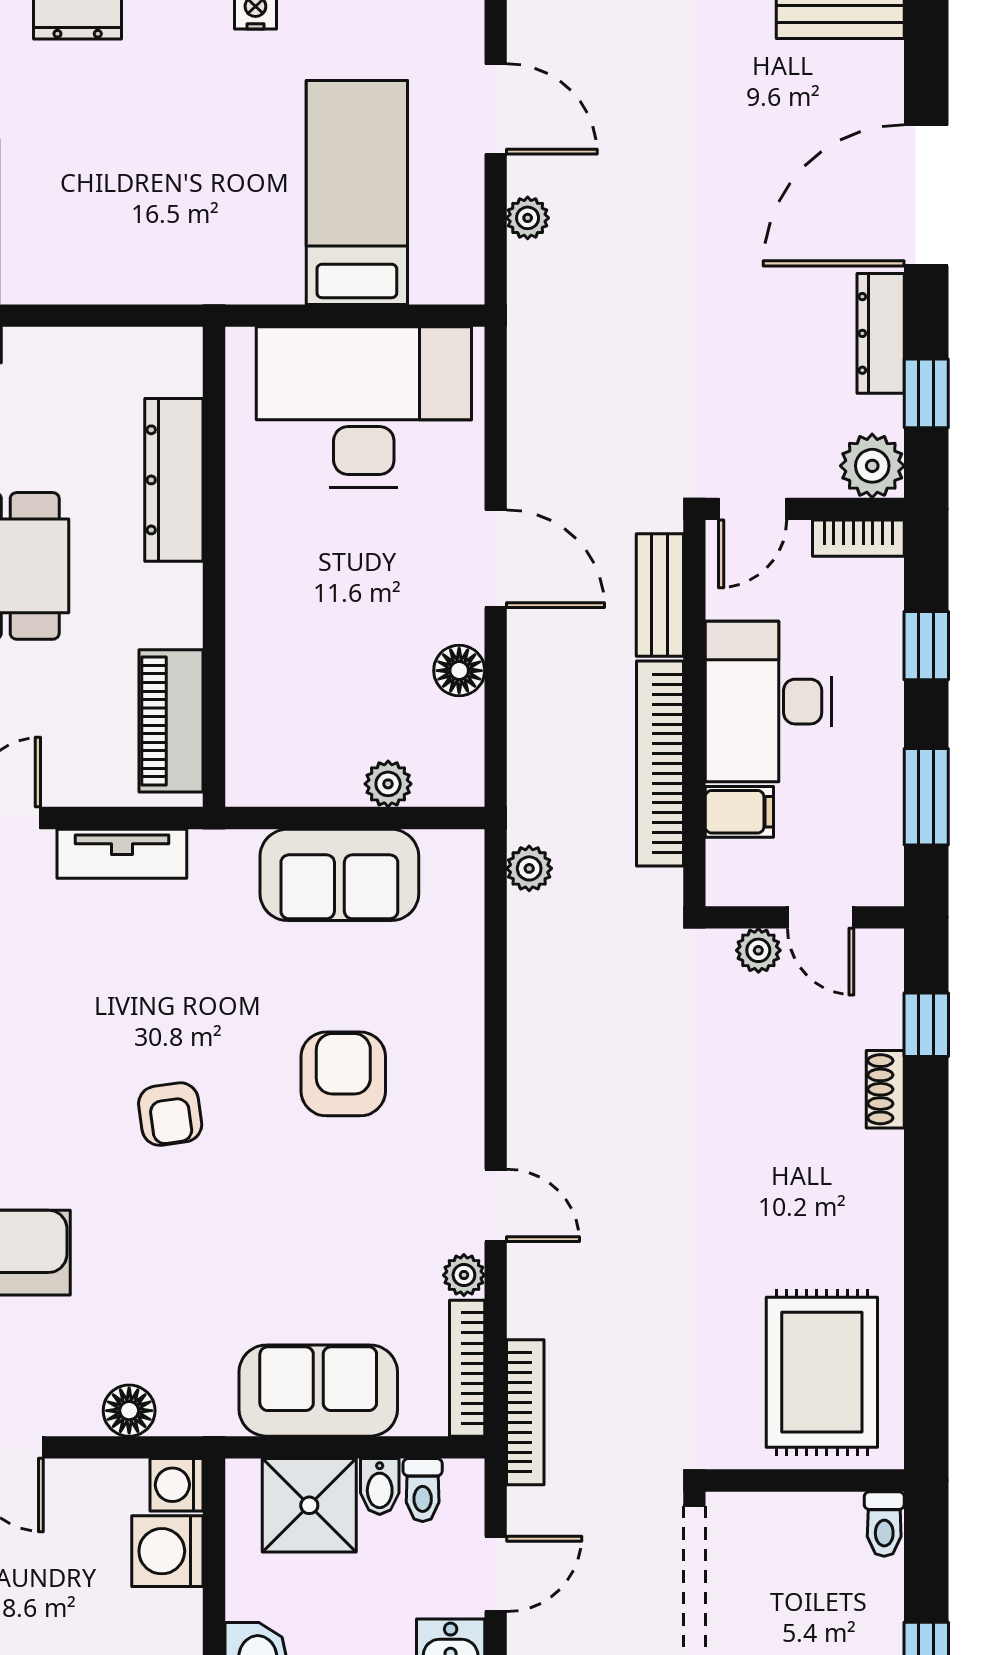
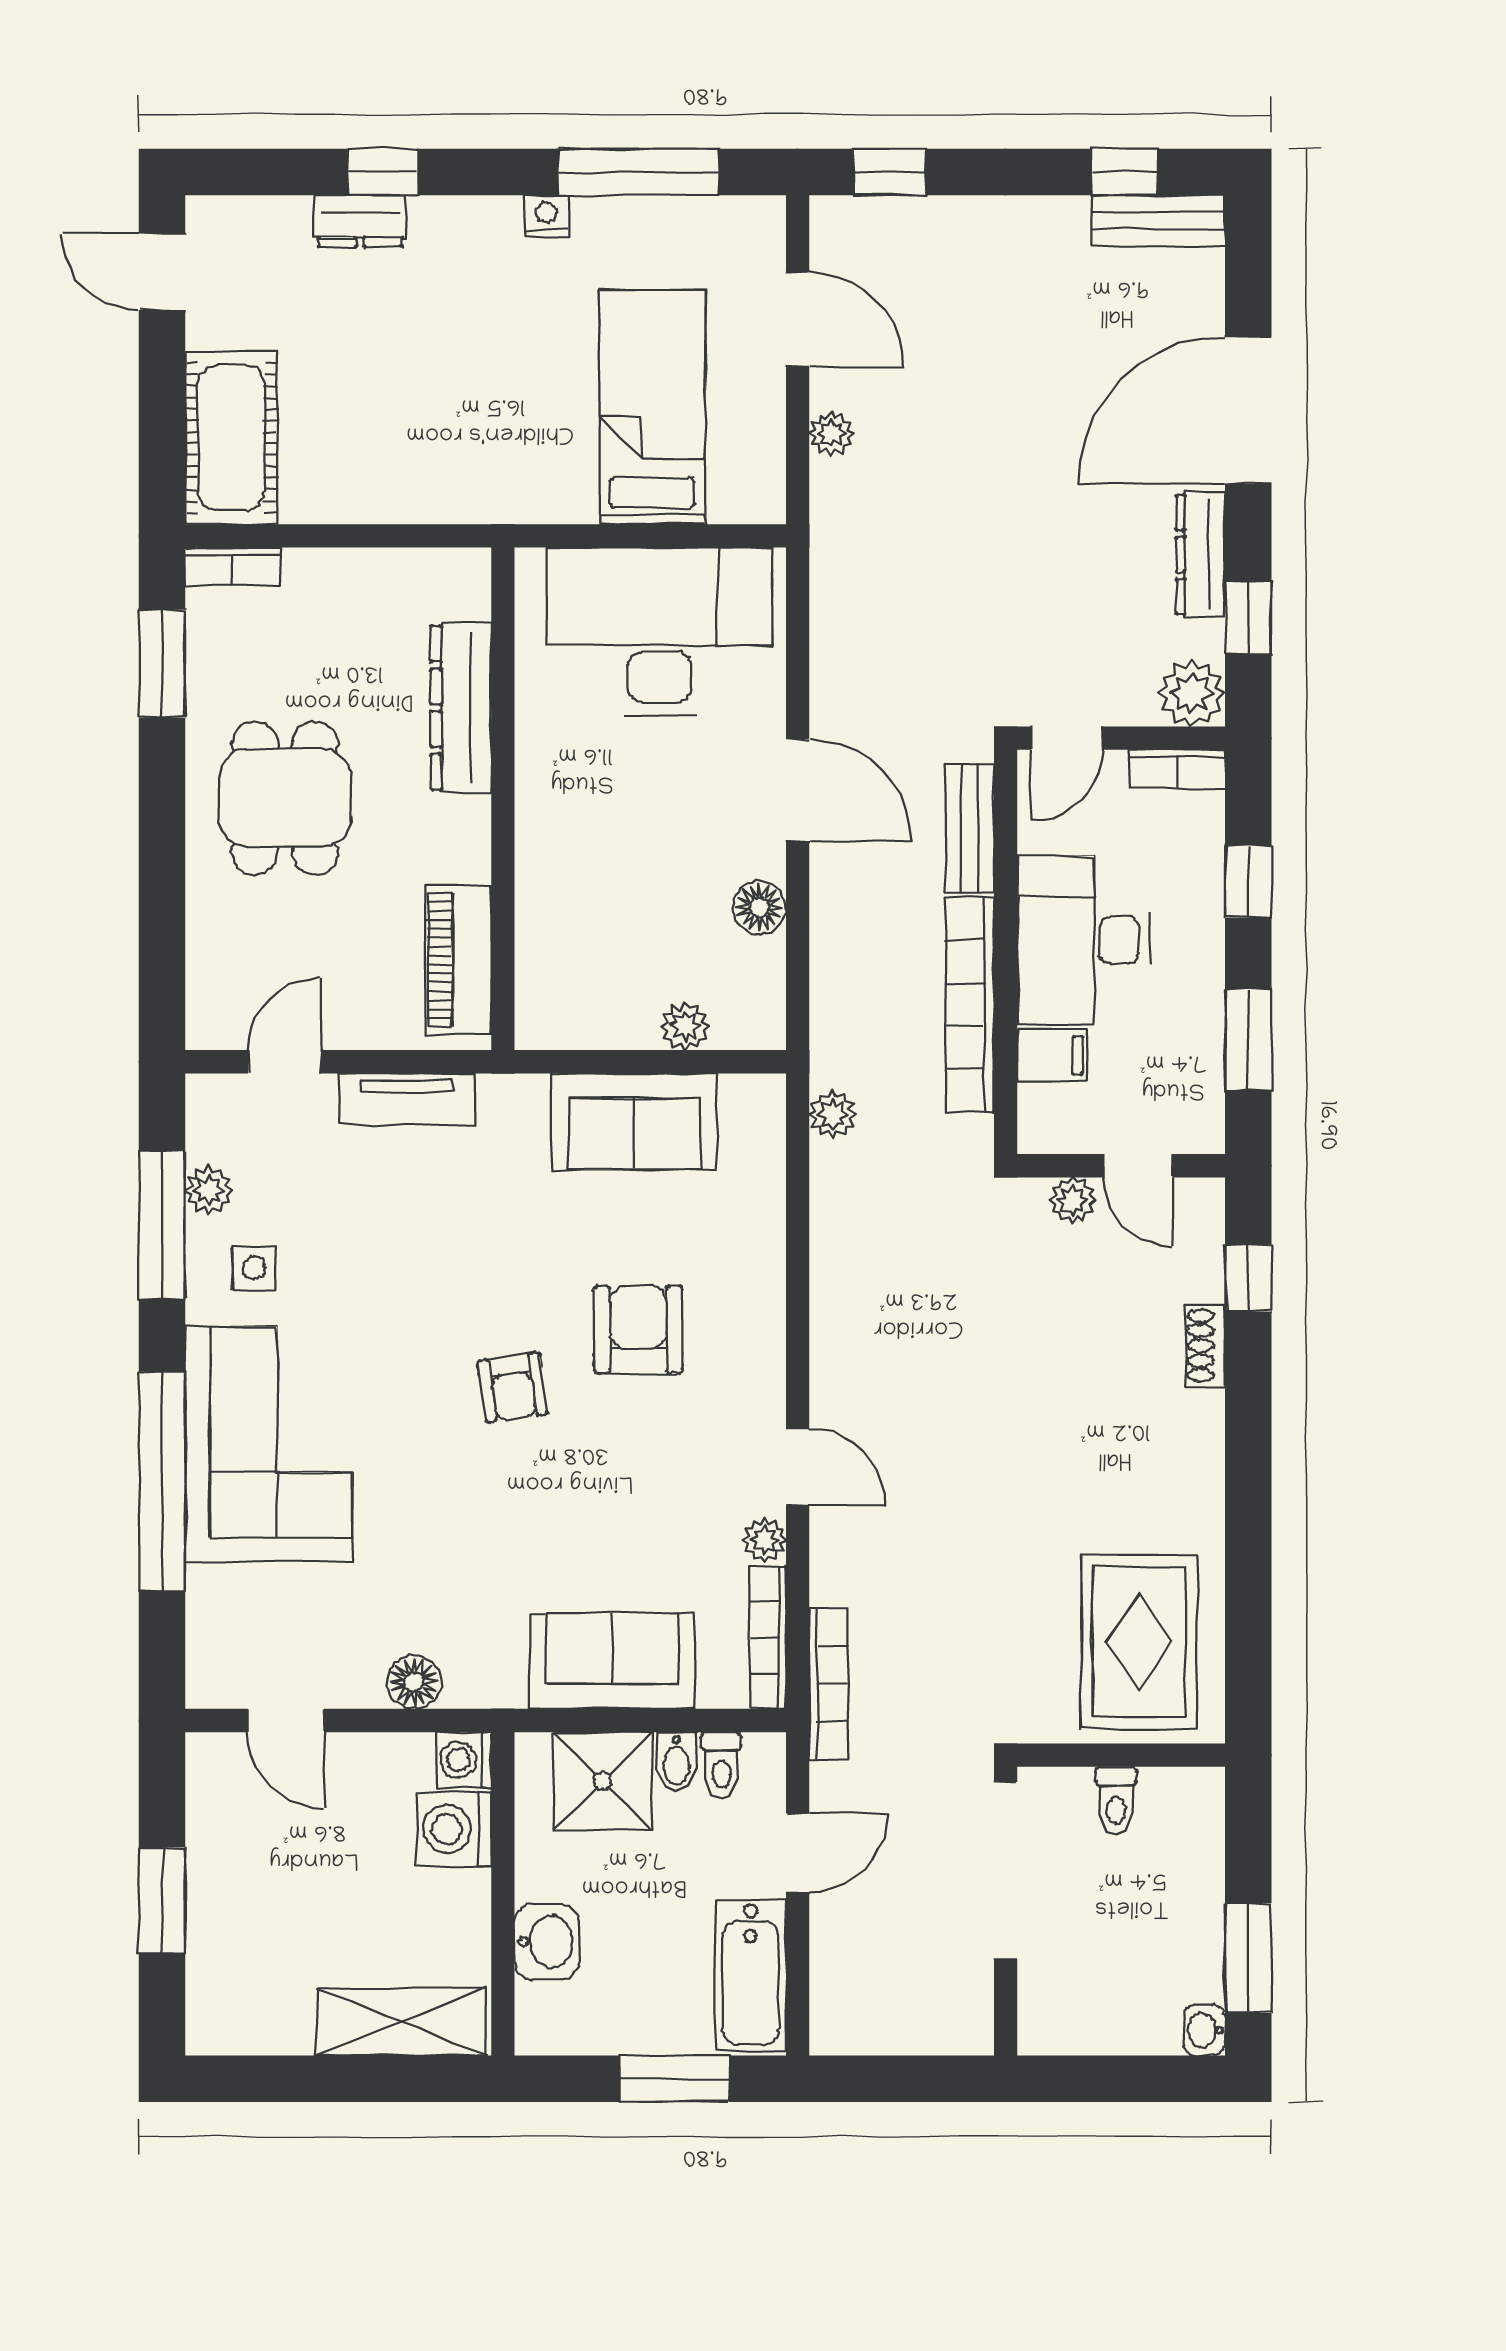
armchair: (170, 1114) -> (513, 1388), moved
toilet: (884, 1524) -> (1116, 1801), moved

